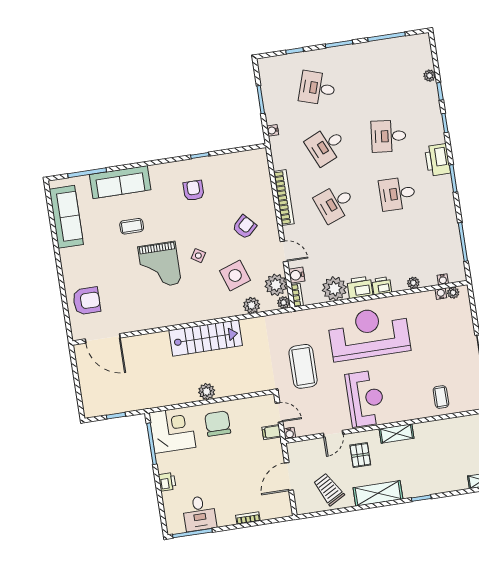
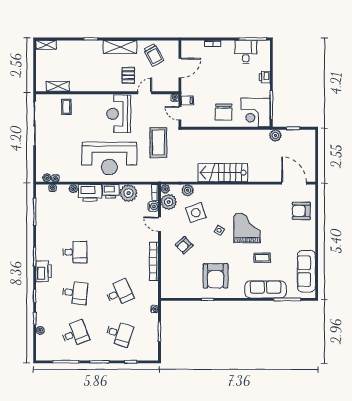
armchair: (194, 190) -> (216, 276), width x1.88, depth x1.88
desk: (335, 203) -> (75, 334), moved
printer: (382, 286) -> (90, 193), width x1.87, depth x1.48
plant: (207, 391) -> (275, 135), moved
shelving: (396, 433) -> (58, 86), moved

